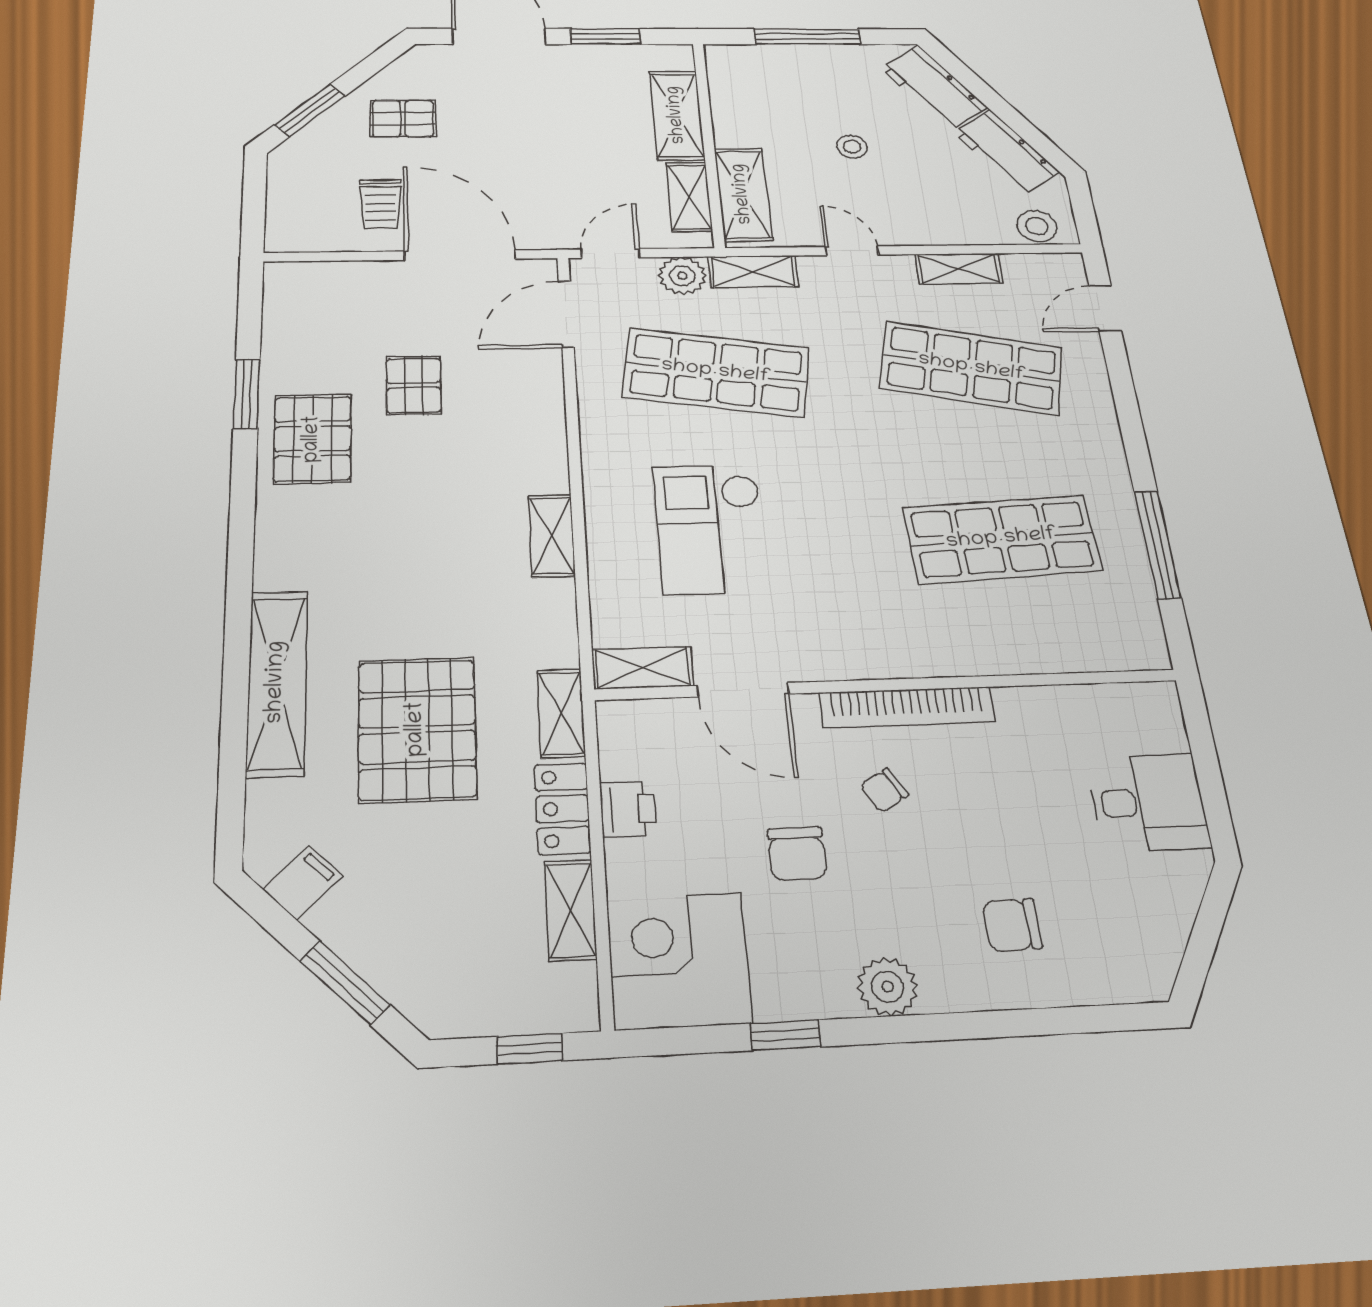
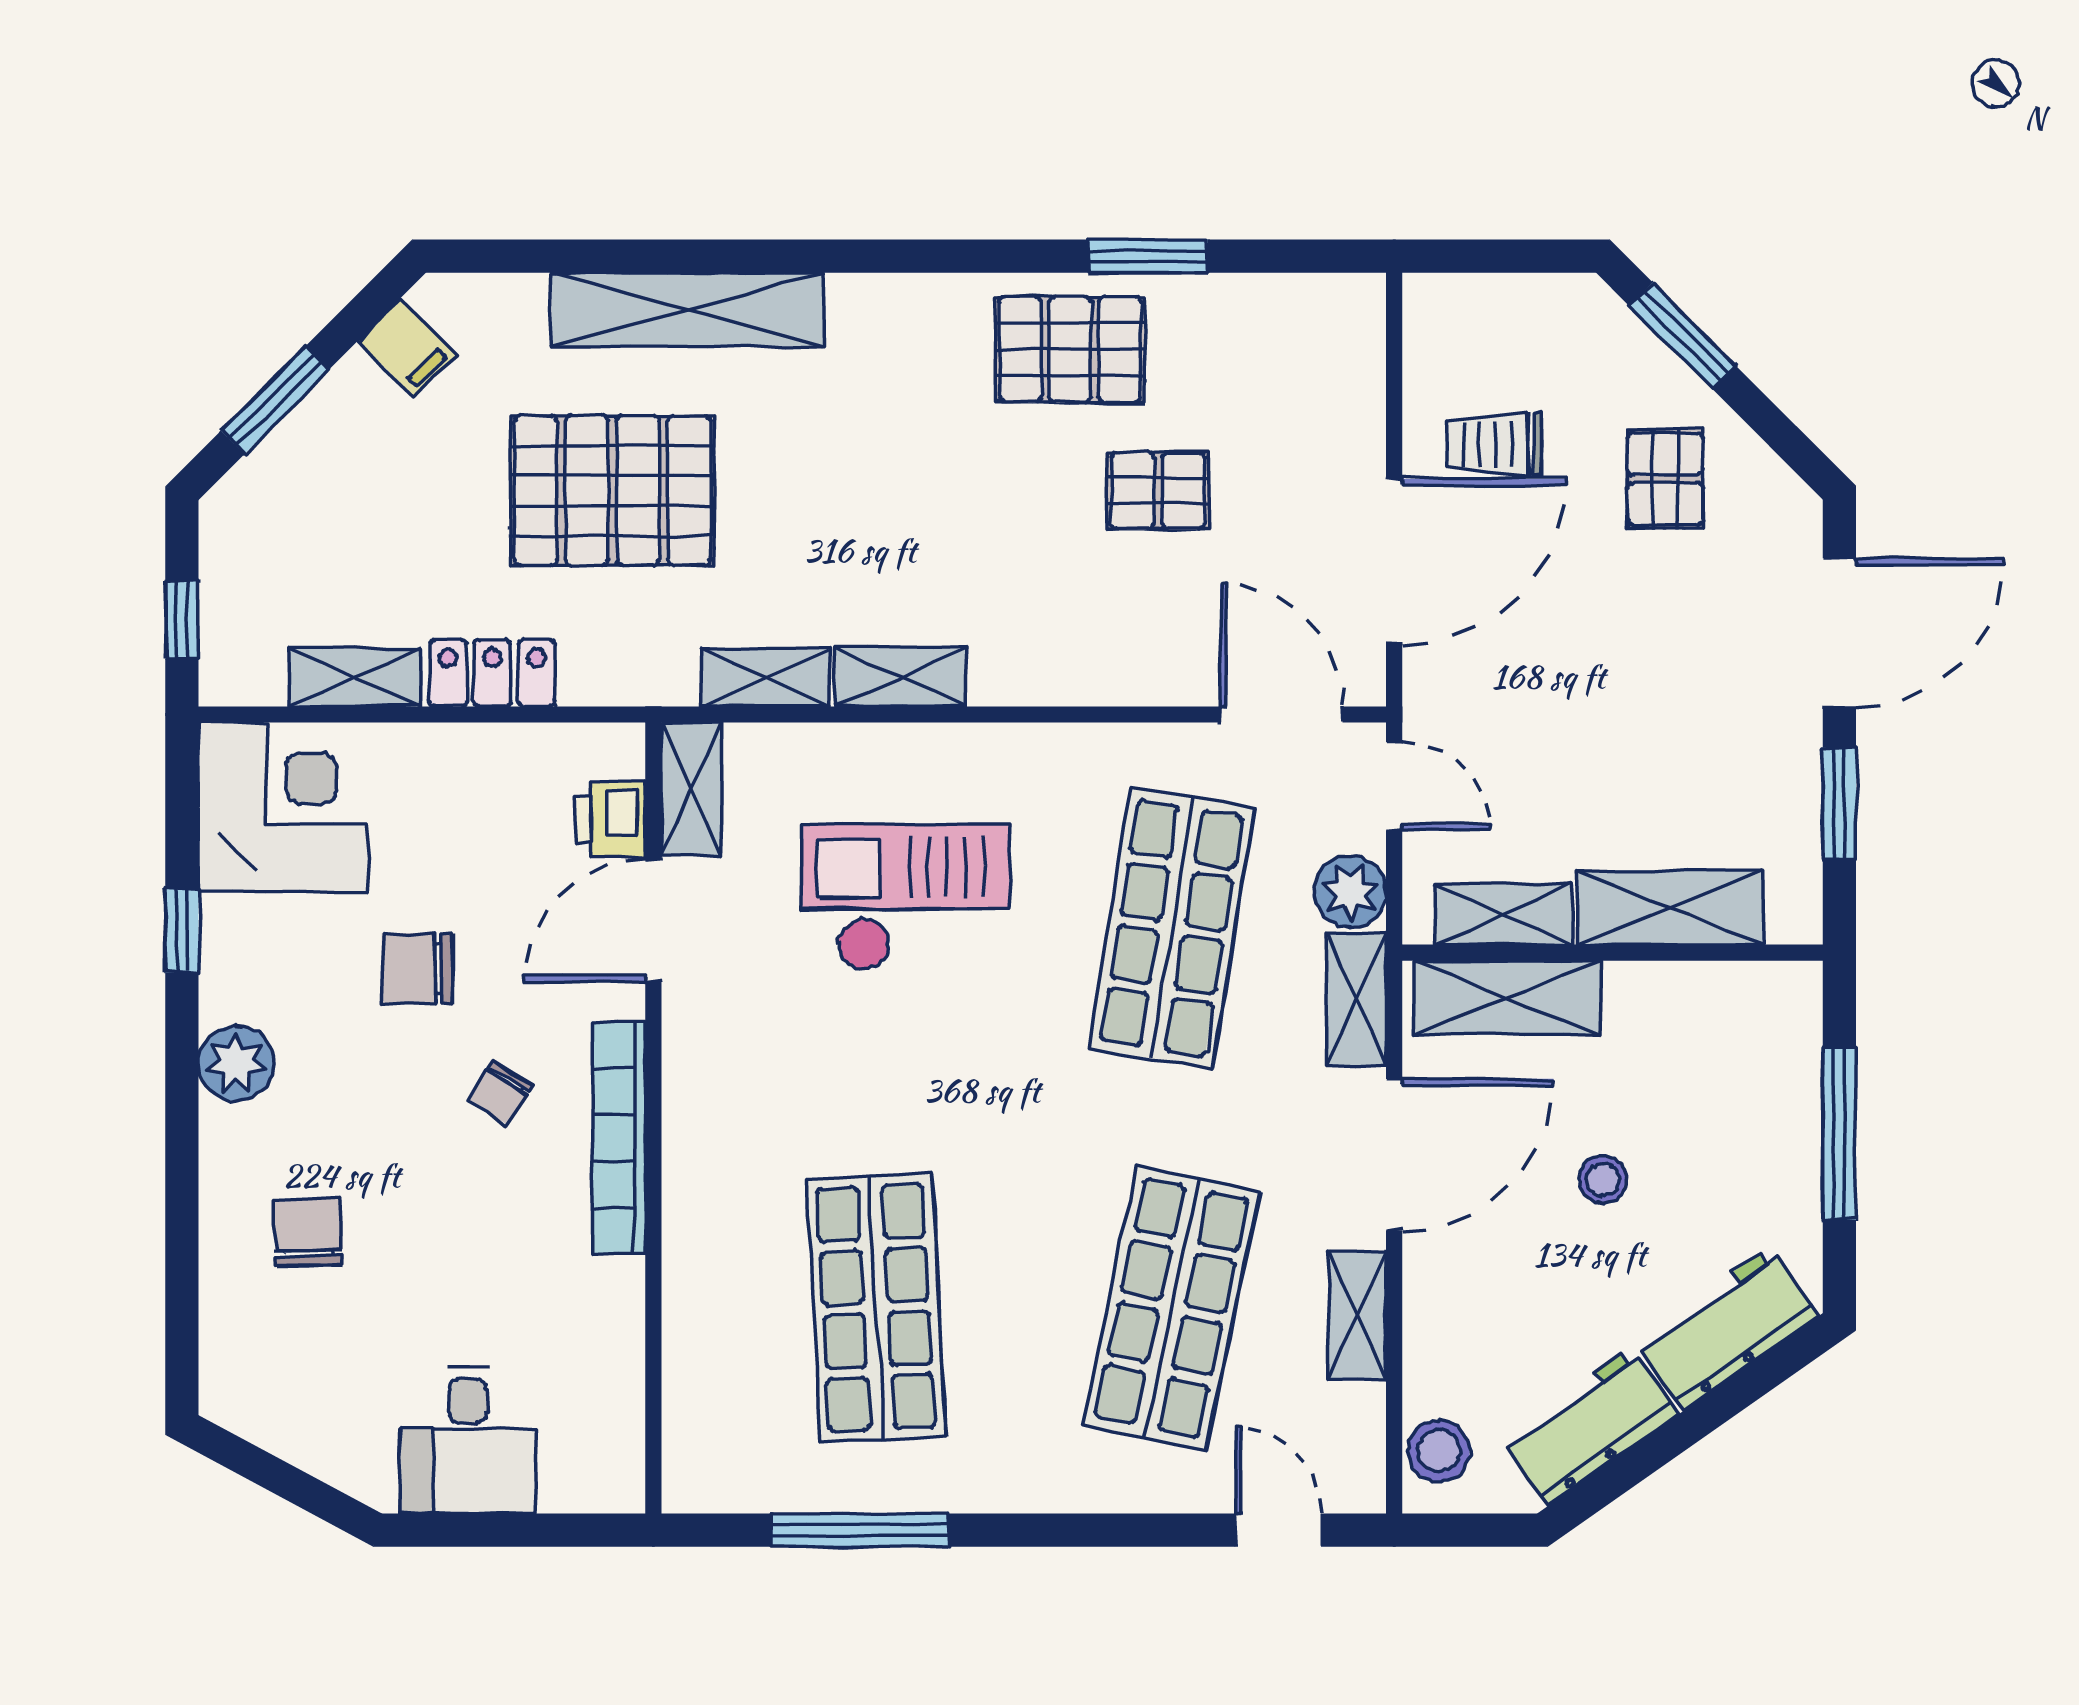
door: (852, 251) -> (1394, 1155), width x1.87
shelving: (561, 713) -> (765, 678), moved
chair: (884, 790) -> (500, 1092), turned -117
printer: (628, 809) -> (611, 819), moved, turned 90

